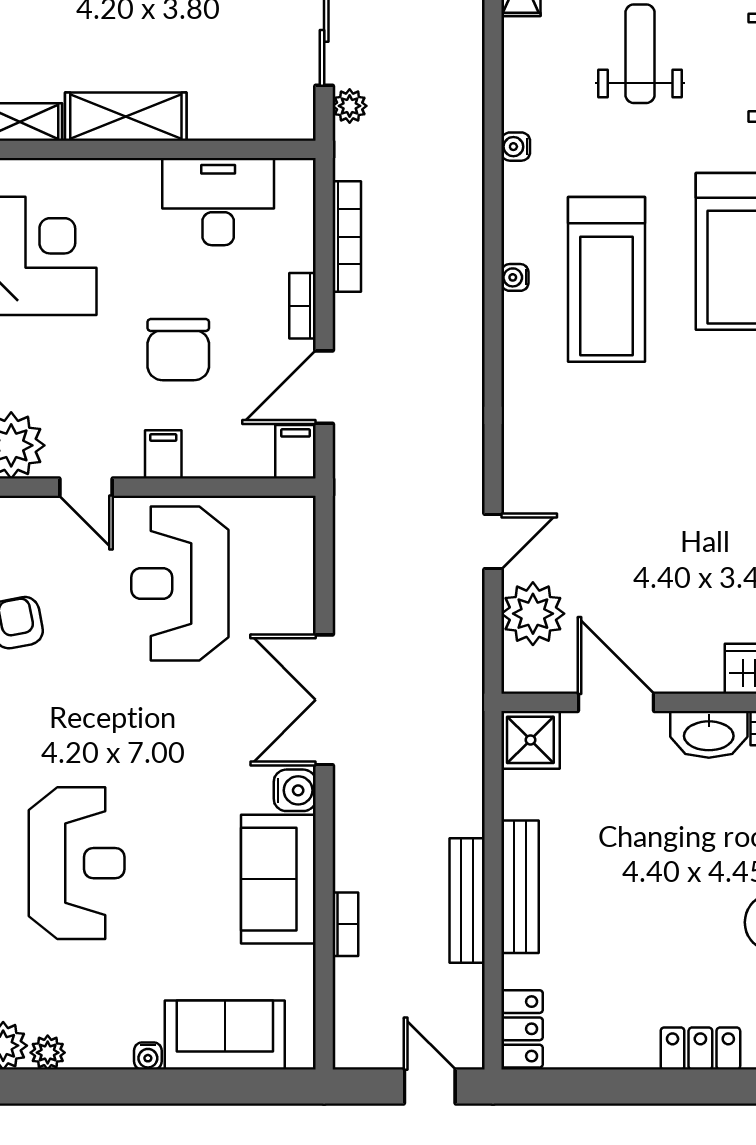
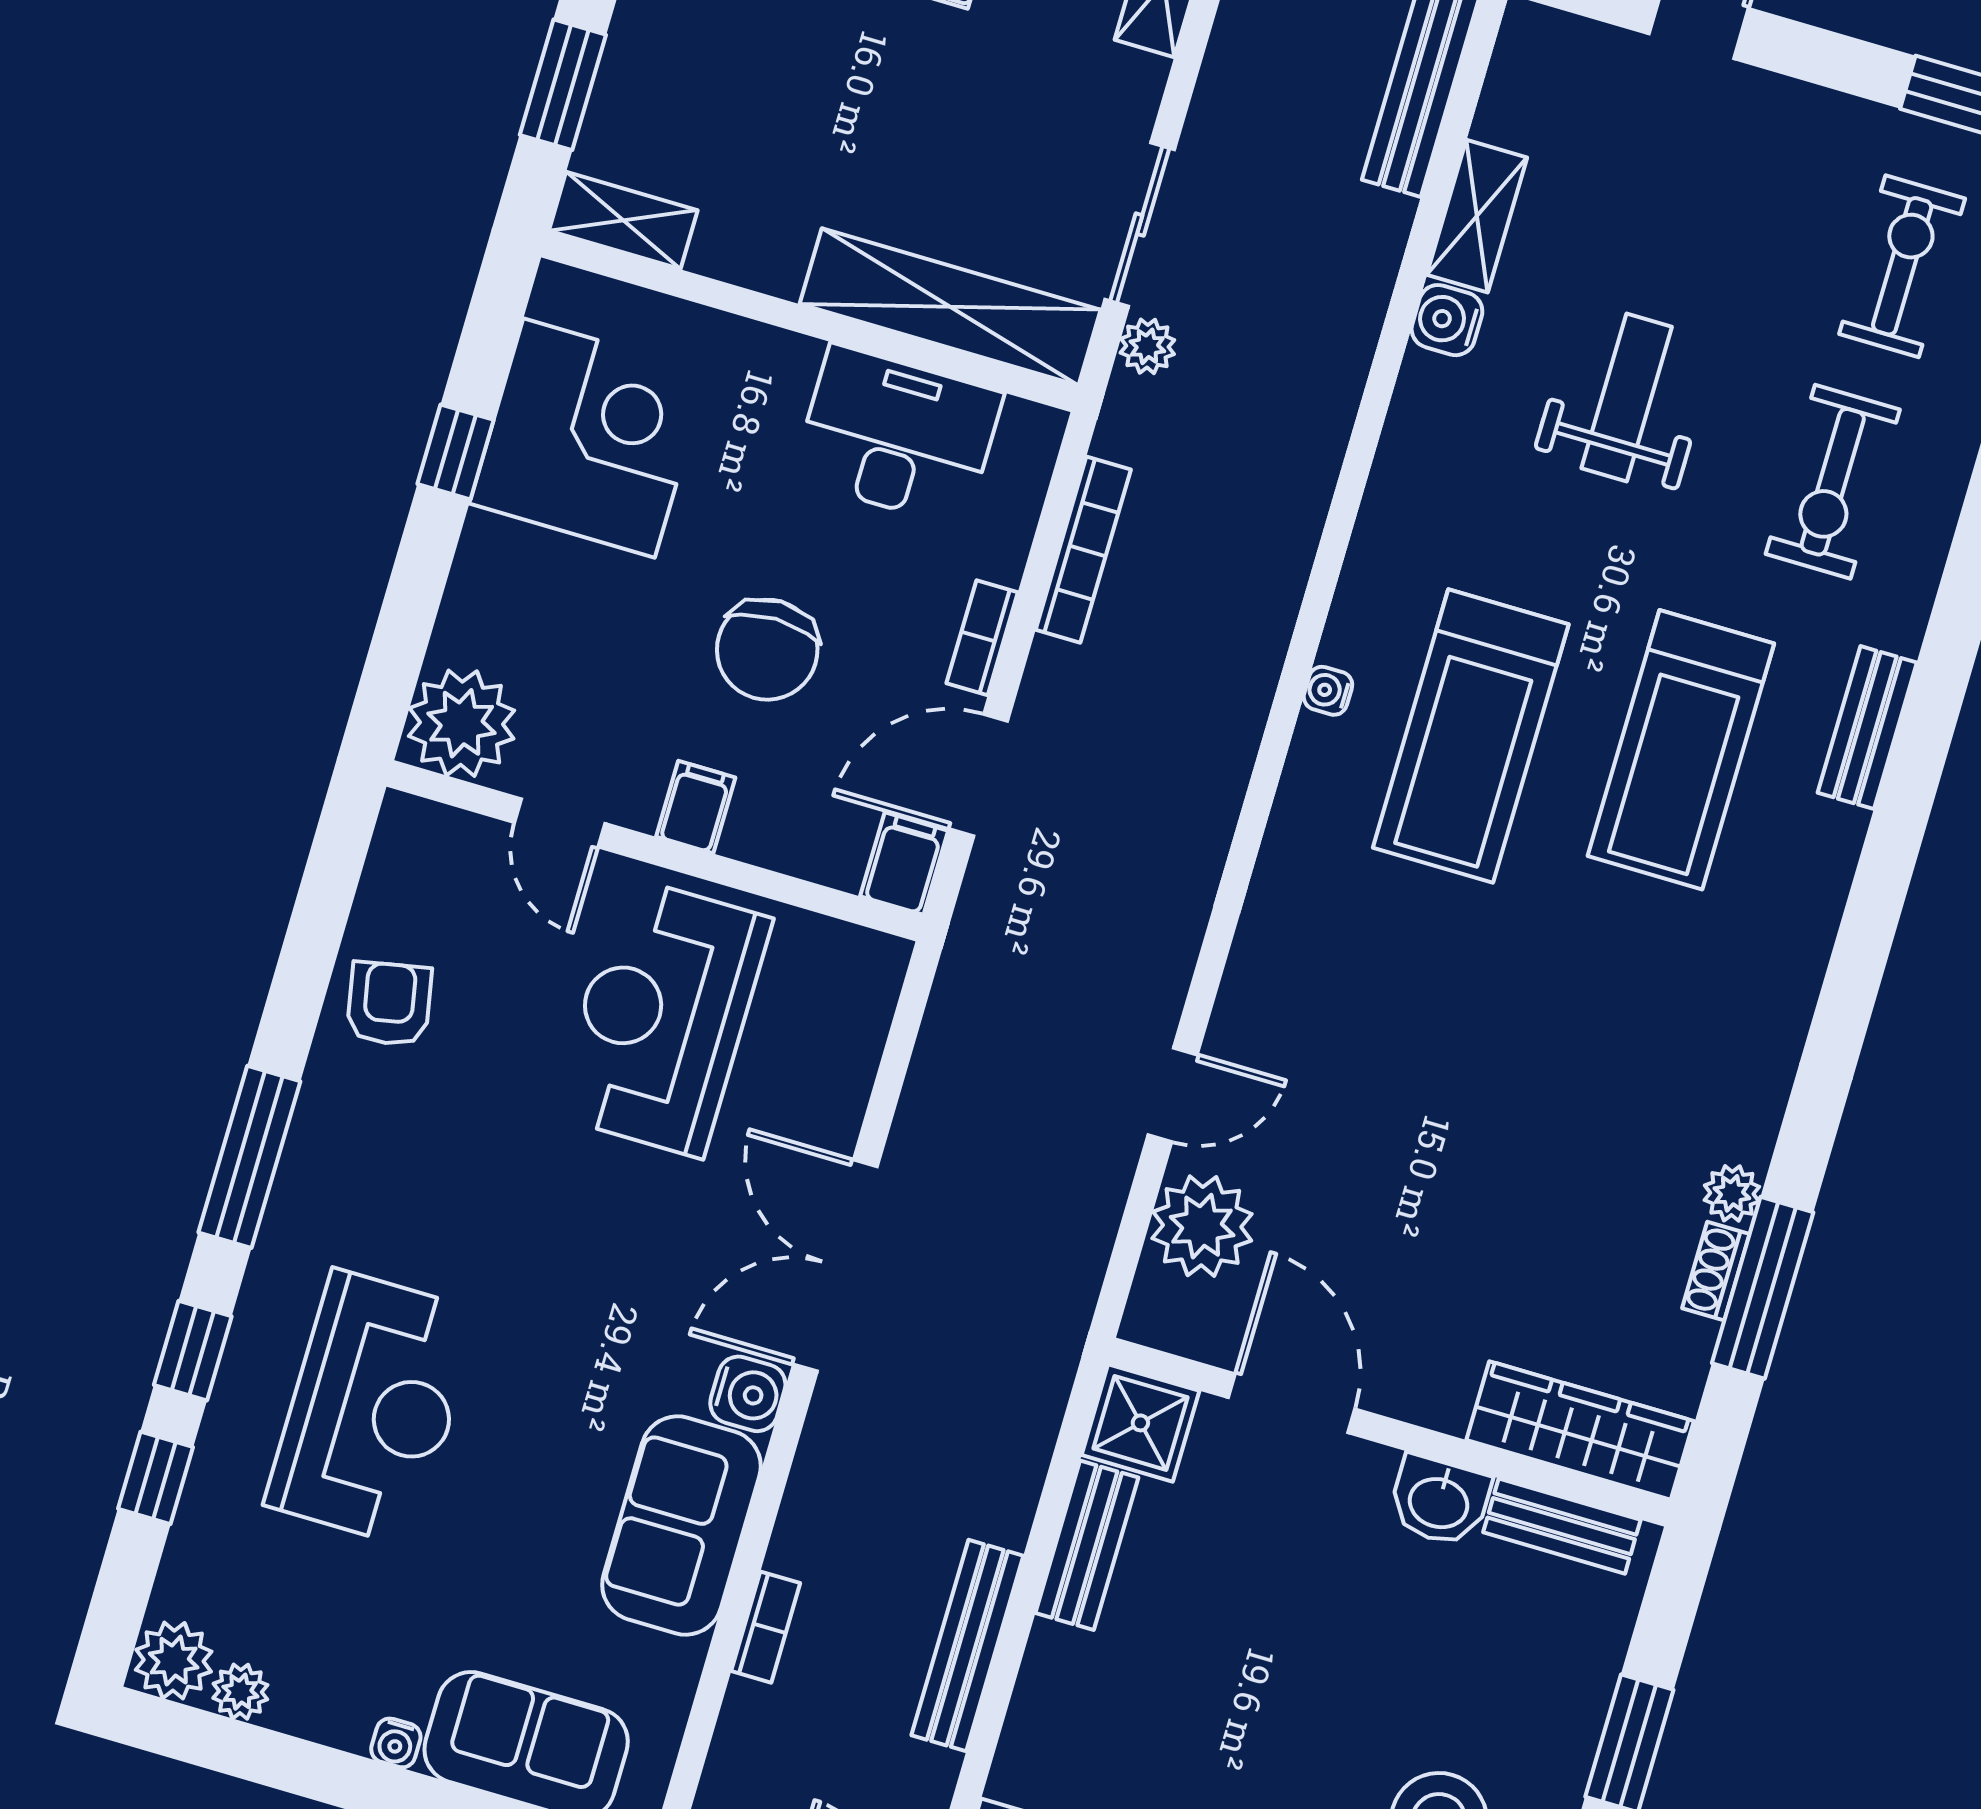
shelving: (126, 117) -> (950, 307), moved, width x1.47
water cooler: (516, 147) -> (1447, 320), moved, width x1.38, depth x1.38
washbasin: (709, 734) -> (1439, 1501), width x0.72
bench: (520, 887) -> (1087, 1545), moved, width x0.73

